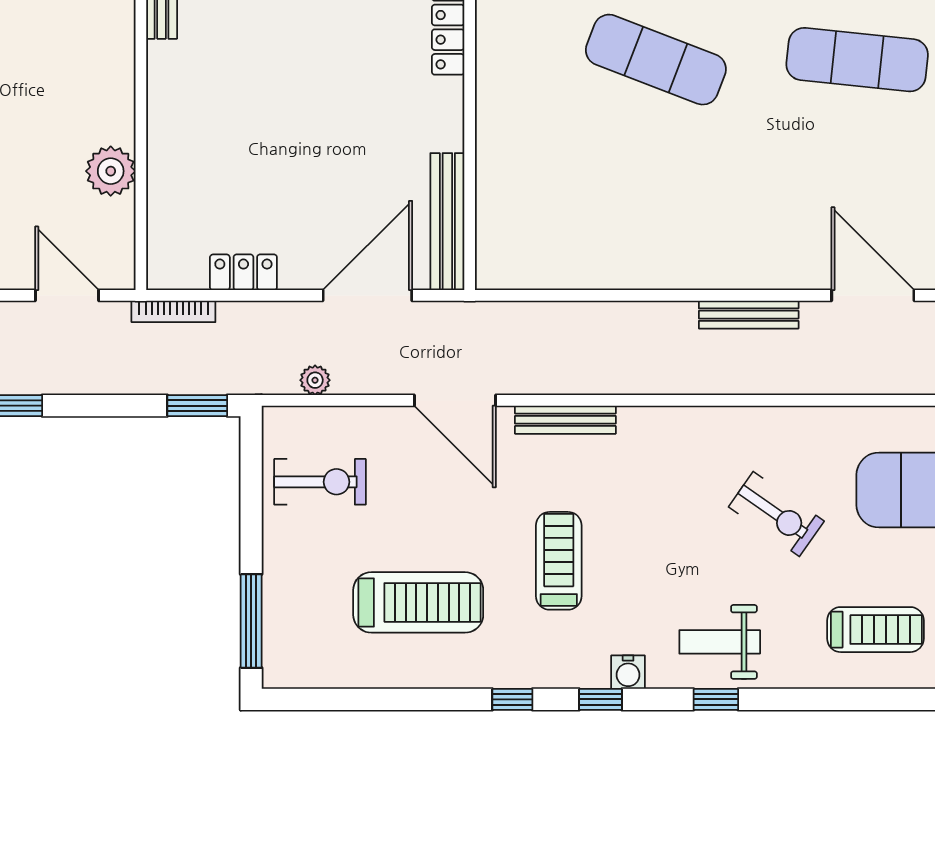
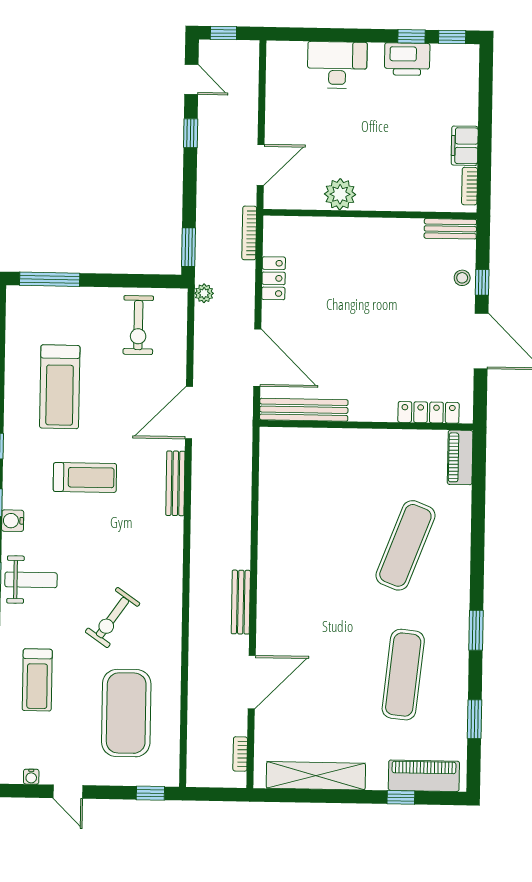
plant: (315, 380) -> (204, 293), moved
weight bench: (720, 642) -> (31, 580), turned 90

